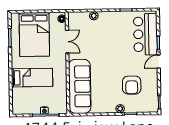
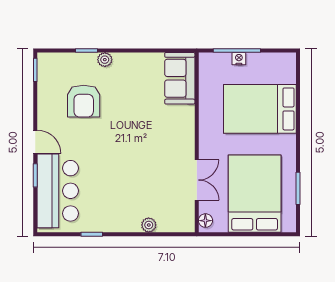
double door: (67, 42) -> (197, 180), swing flipped
door: (159, 62) -> (35, 142), hinge flipped
bed: (32, 78) -> (260, 109), width x1.50
armchair: (132, 85) -> (84, 101), turned 180
sofa: (80, 86) -> (180, 78), width x0.54, depth x0.79

